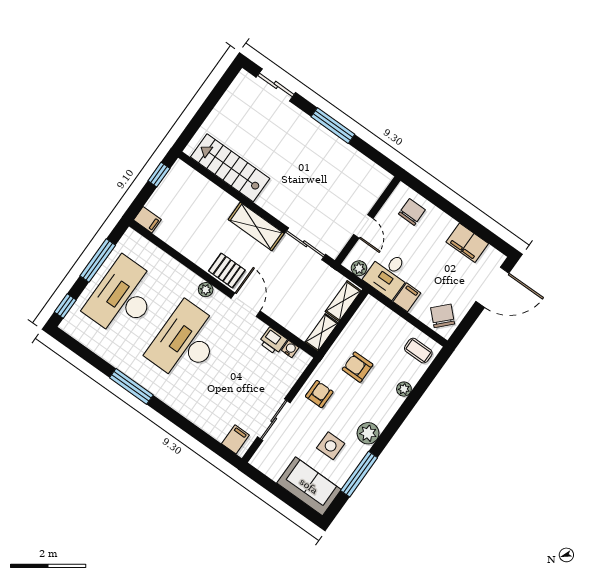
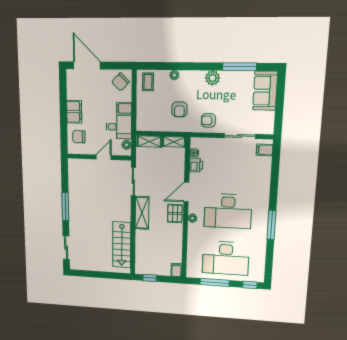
filing cabinet: (467, 243) -> (74, 112), moved
side table: (331, 446) -> (234, 94), removed

